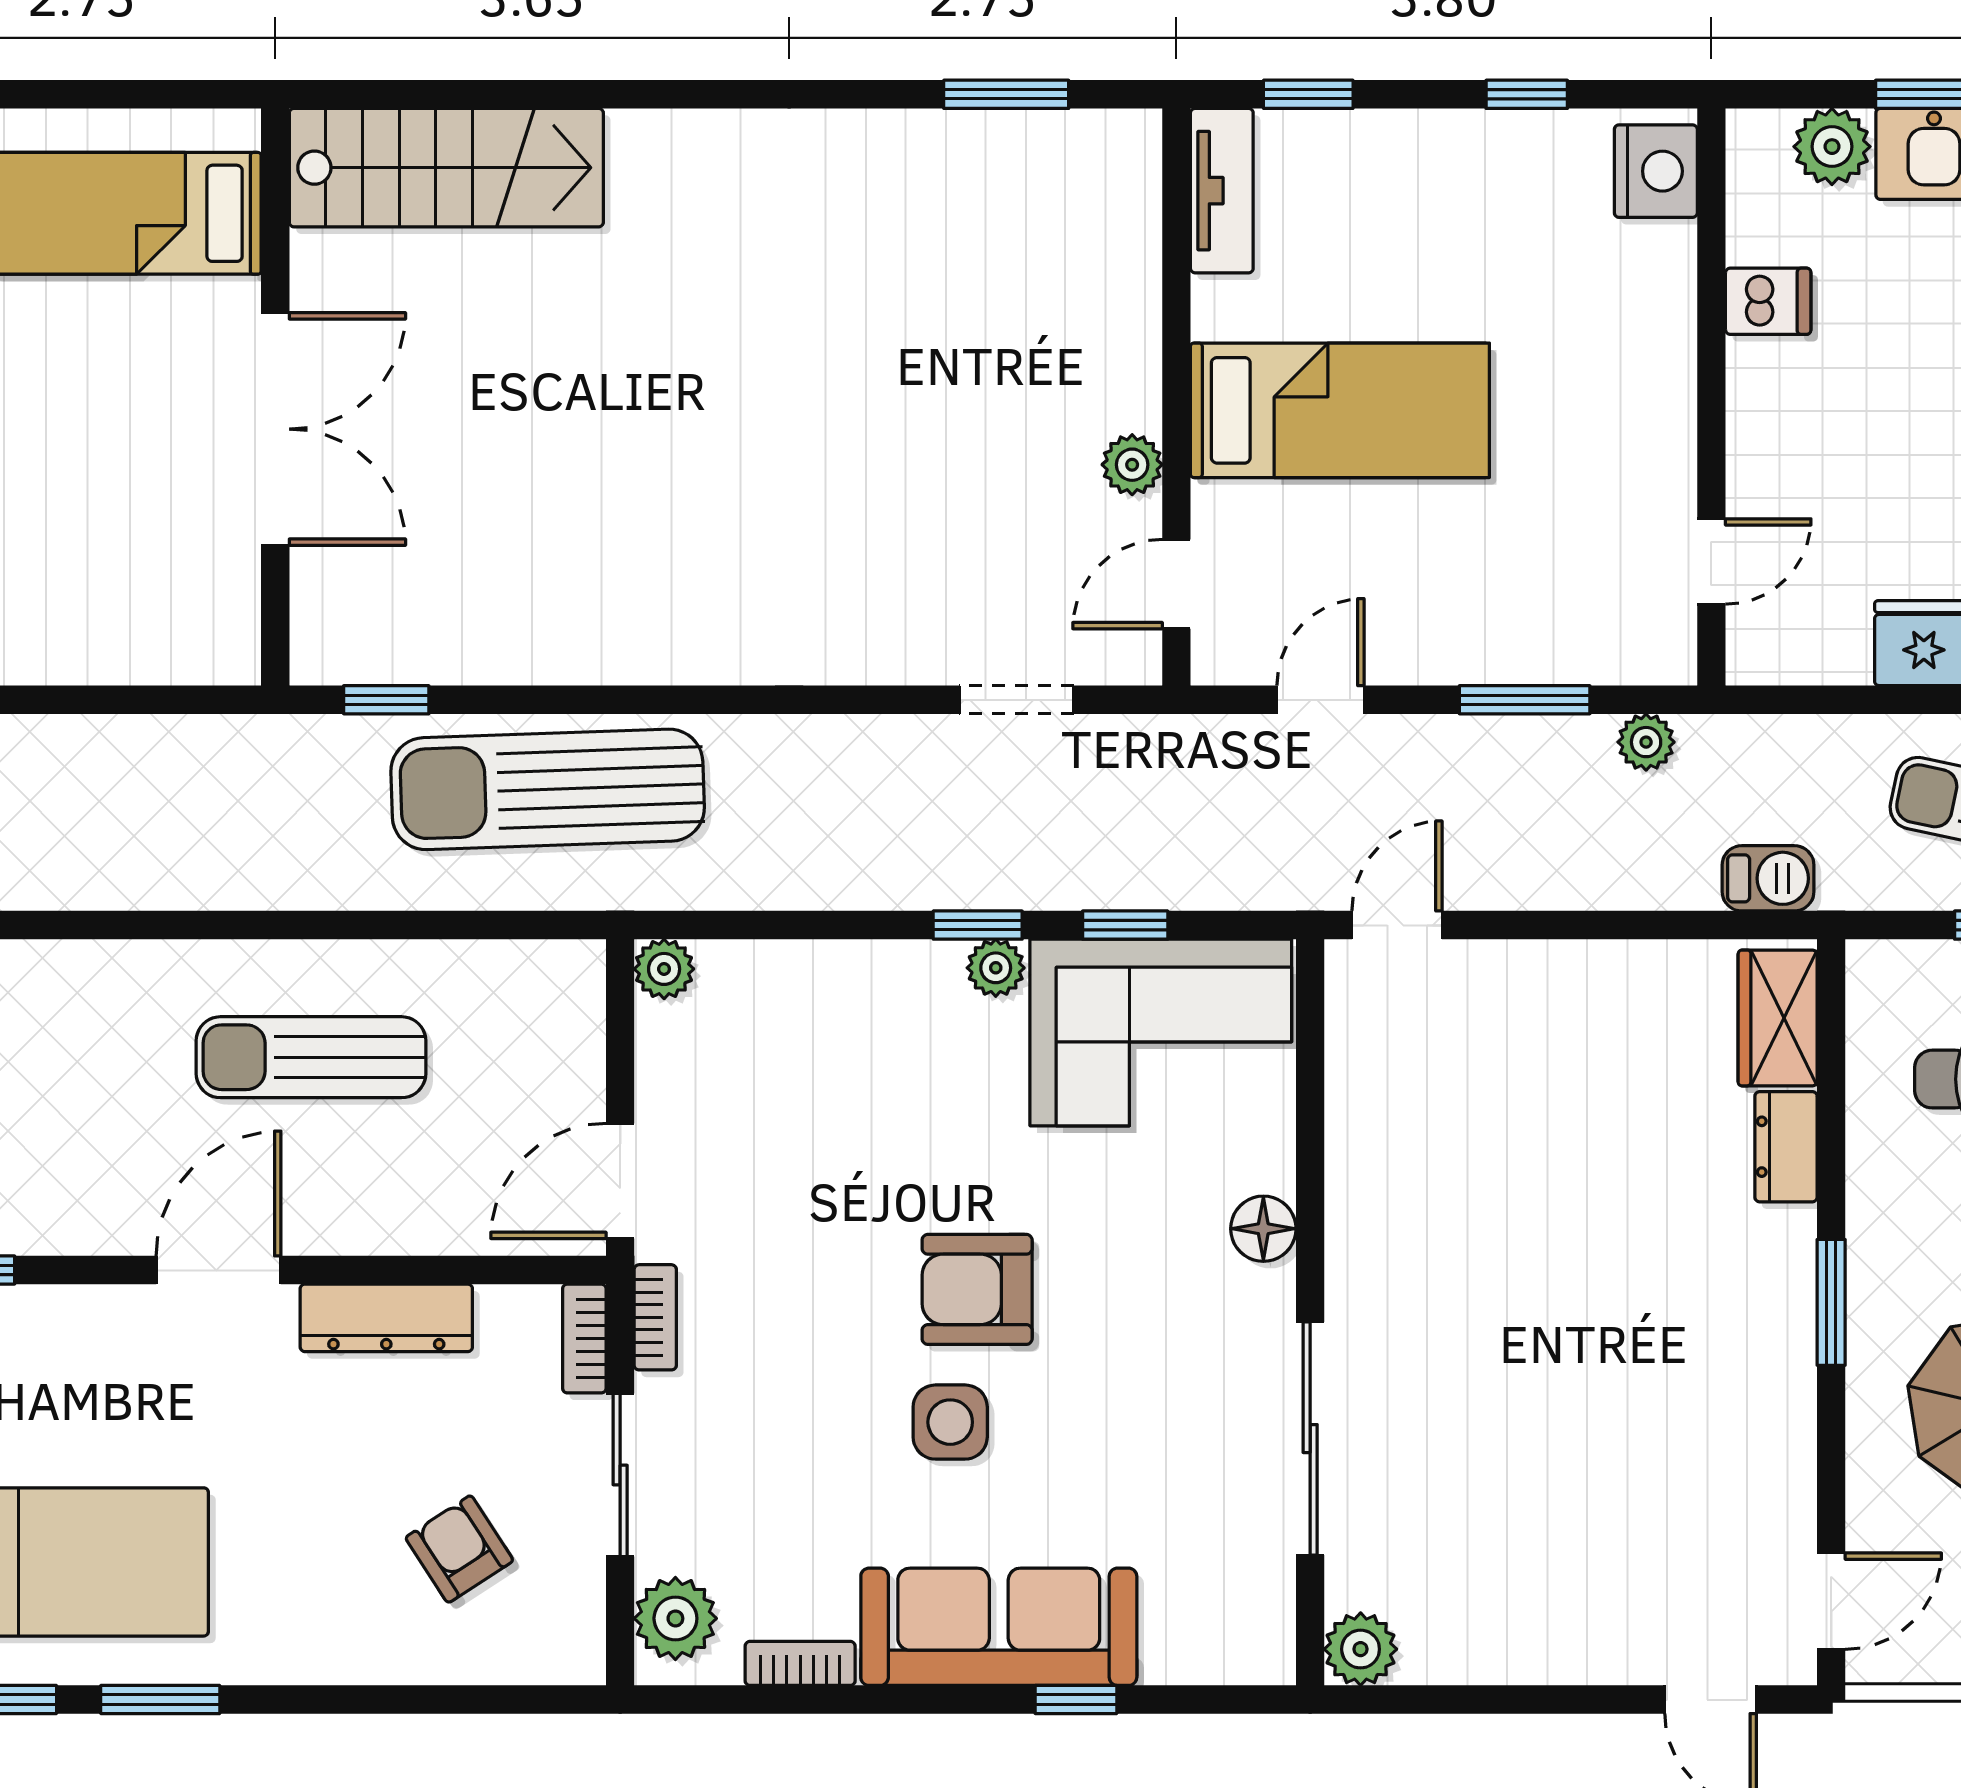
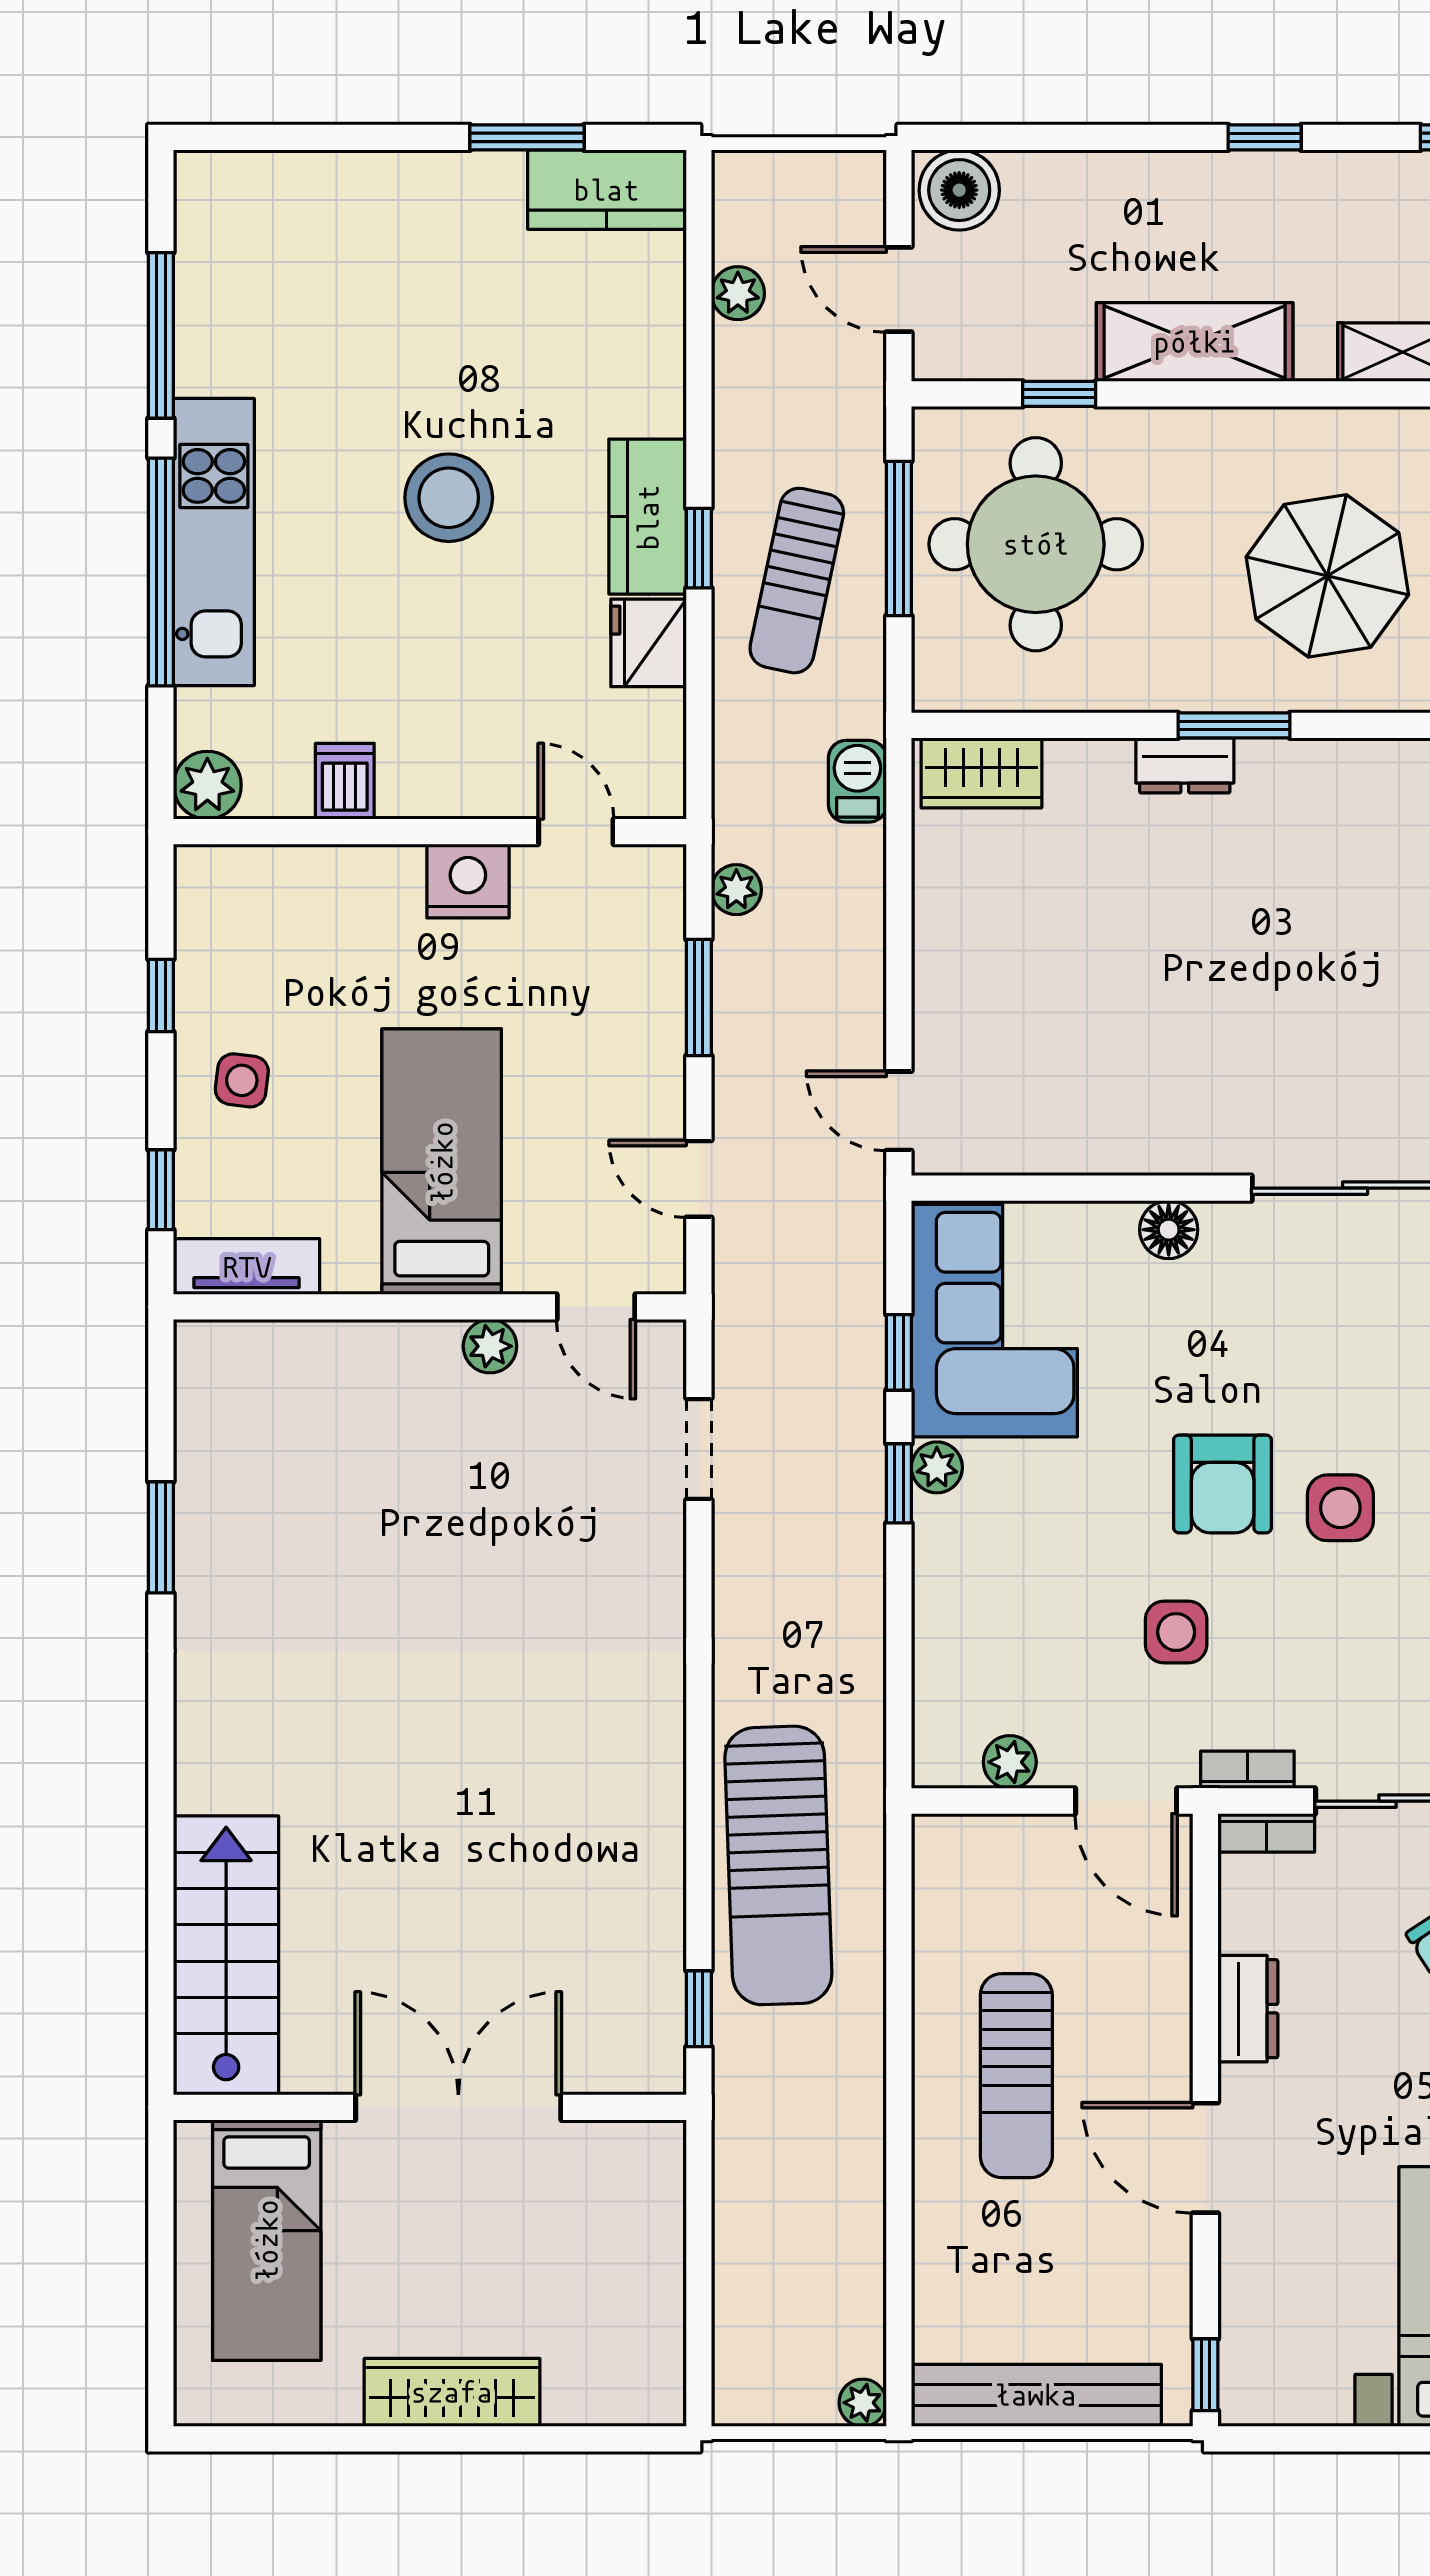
window: (1006, 94) -> (161, 1537), moved
plant: (1832, 147) -> (207, 785), moved
nightstand: (1656, 171) -> (468, 881), moved
side table: (1431, 185) -> (242, 1080), added
plant: (664, 969) -> (1010, 1762), moved
dresser: (1786, 1147) -> (1185, 765), moved
side table: (810, 1237) -> (1176, 1632), added
dresser: (386, 1318) -> (1248, 2009), width x0.70

